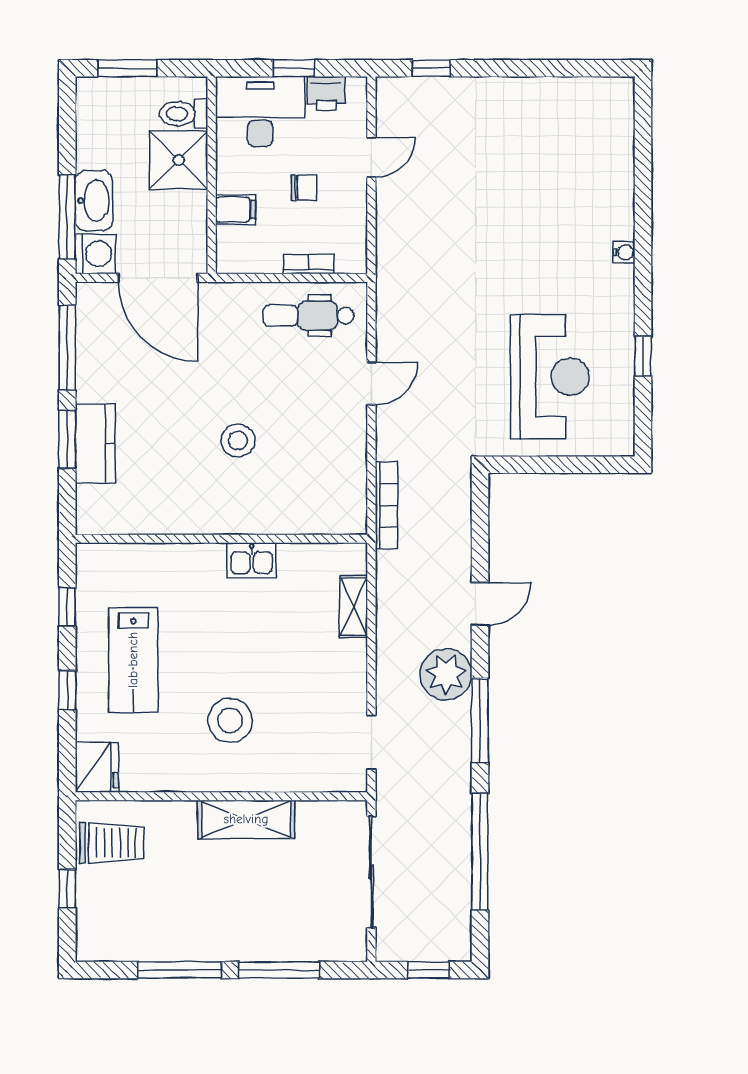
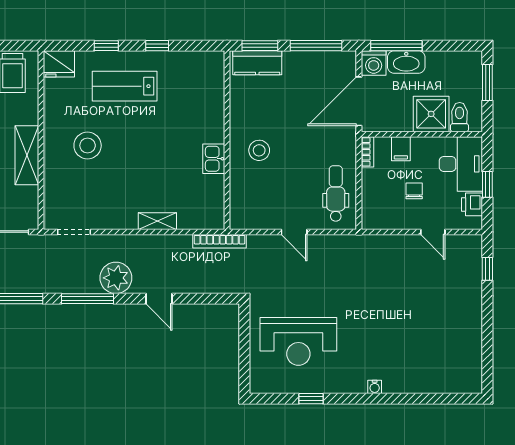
chair: (304, 188) -> (414, 191), turned 180
bookcase: (309, 264) -> (367, 152), moved
wall: (221, 539) -> (227, 140), moved
kitchen sink: (252, 560) -> (214, 159), moved

